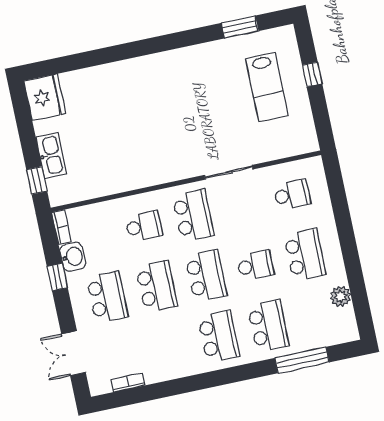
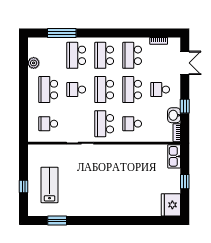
kitchen sink: (51, 155) -> (174, 156), moved
window: (37, 180) -> (185, 182), moved
school desk: (107, 297) -> (160, 90), width x0.54
school desk: (169, 347) -> (132, 55), added

